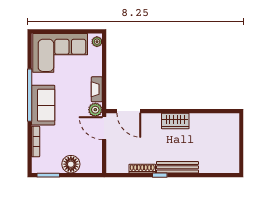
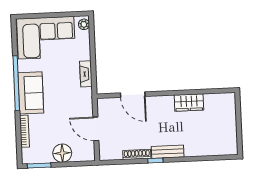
plant: (95, 110) -> (85, 95), removed
door: (129, 111) -> (133, 95), moved
wardrobe: (175, 121) -> (189, 103), moved
door: (104, 128) -> (96, 129), moved
bench: (177, 167) -> (168, 152), width x0.73

